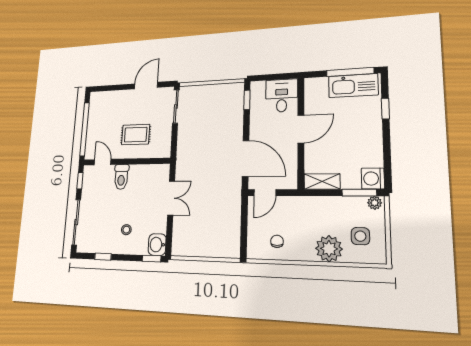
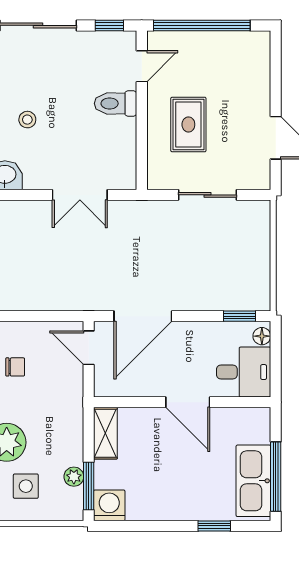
floor lamp: (259, 86) -> (262, 336), added
sliding door: (176, 106) -> (207, 195), moved
plant: (375, 203) -> (74, 477), moved

